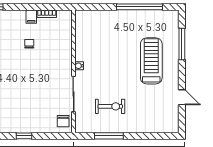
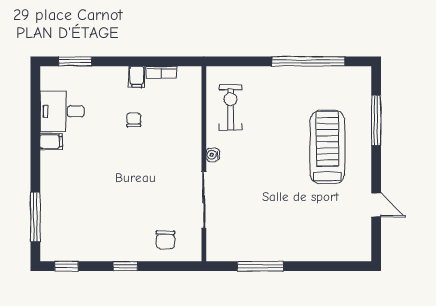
exercise bike: (110, 106) -> (231, 108), moved, turned -90
chair: (63, 121) -> (165, 240), moved

